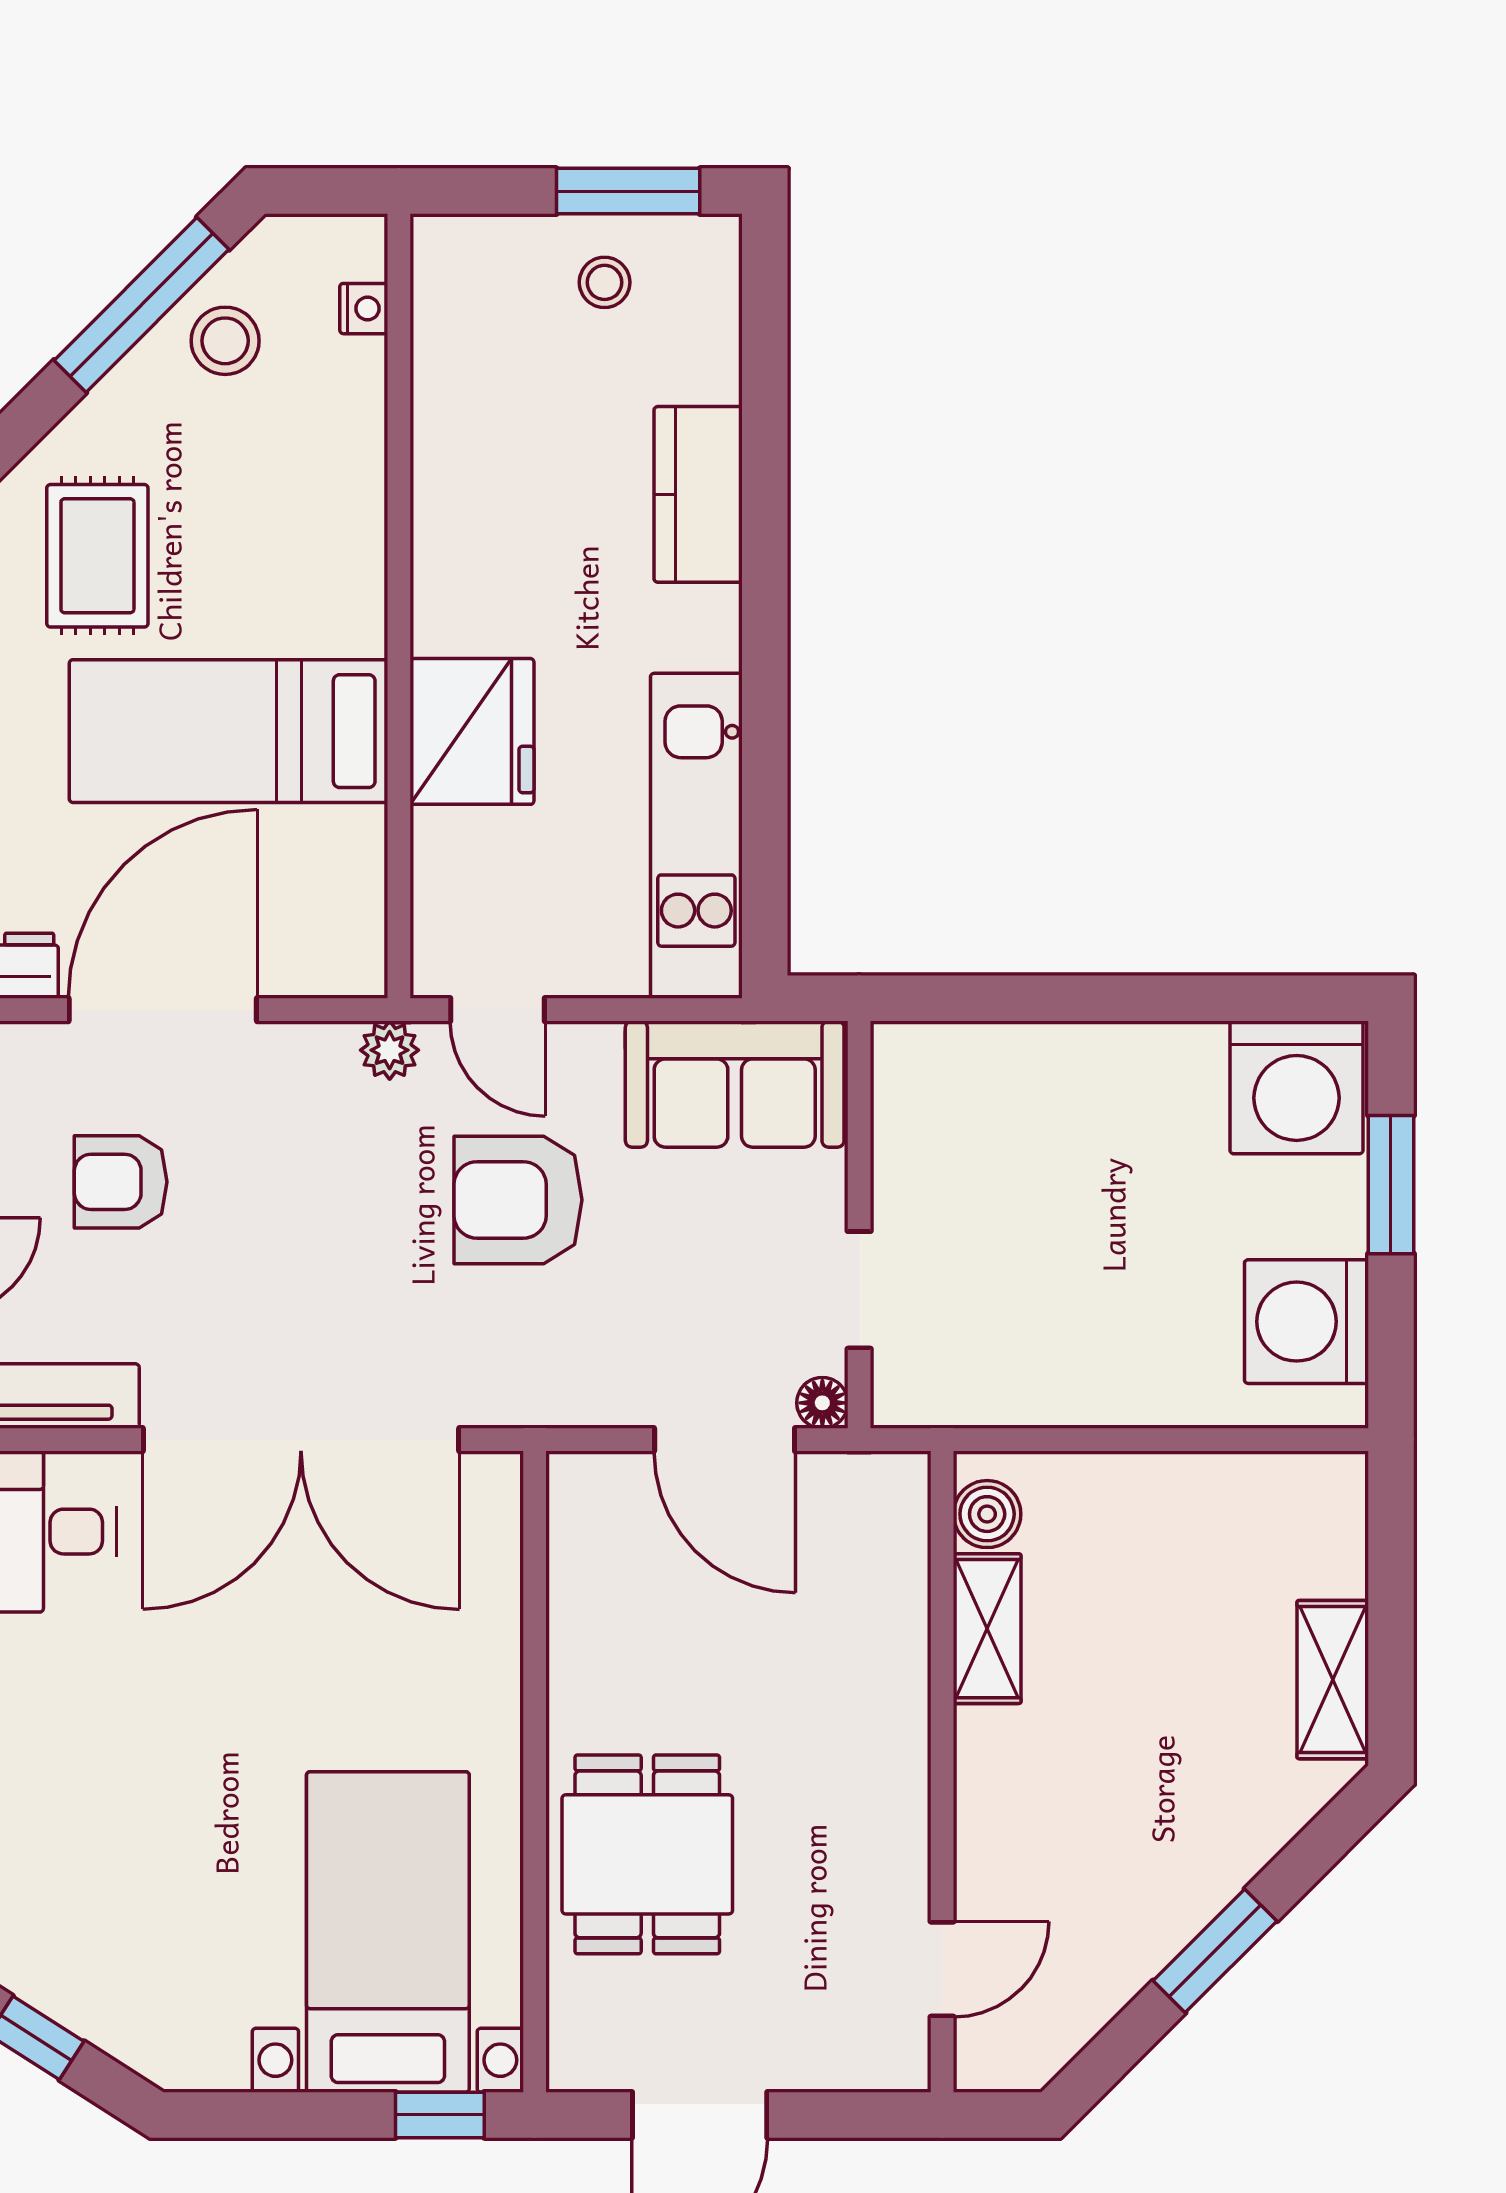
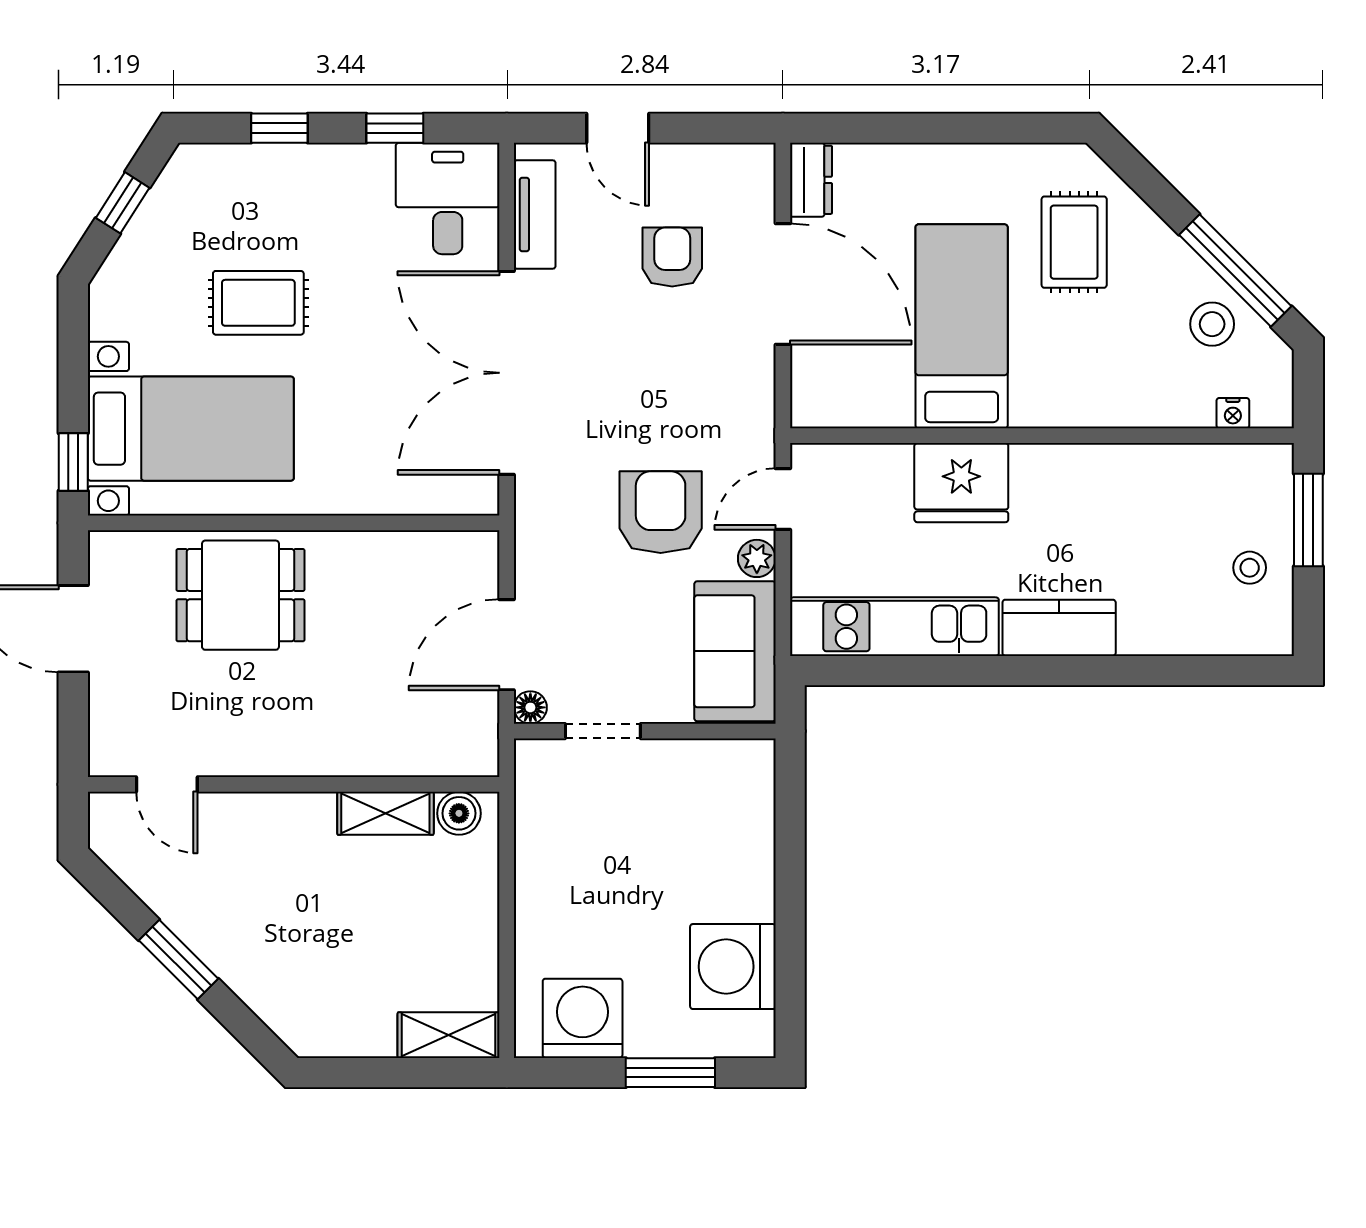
window: (628, 191) -> (1308, 520), moved
kitchen counter: (698, 494) -> (1059, 628), moved
rug: (97, 556) -> (1074, 242), turned 90
plant: (390, 1050) -> (757, 558), moved
washing machine: (1297, 1087) -> (733, 967), moved
shelving: (1333, 1680) -> (449, 1035), moved
rug: (192, 1827) -> (258, 303), added

